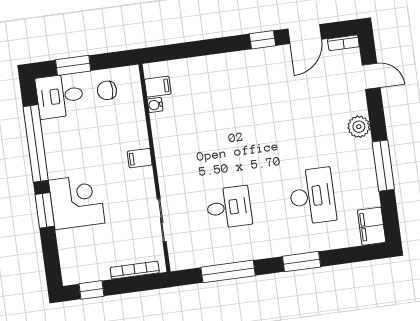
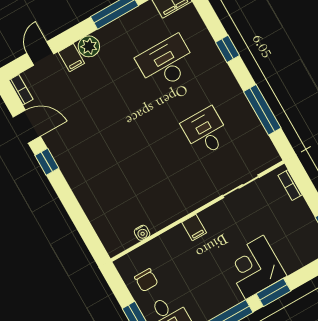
filing cabinet: (158, 87) -> (71, 58), moved, turned 180
window: (302, 262) -> (228, 49), width x0.67
bookcase: (135, 270) -> (290, 185), width x0.64

